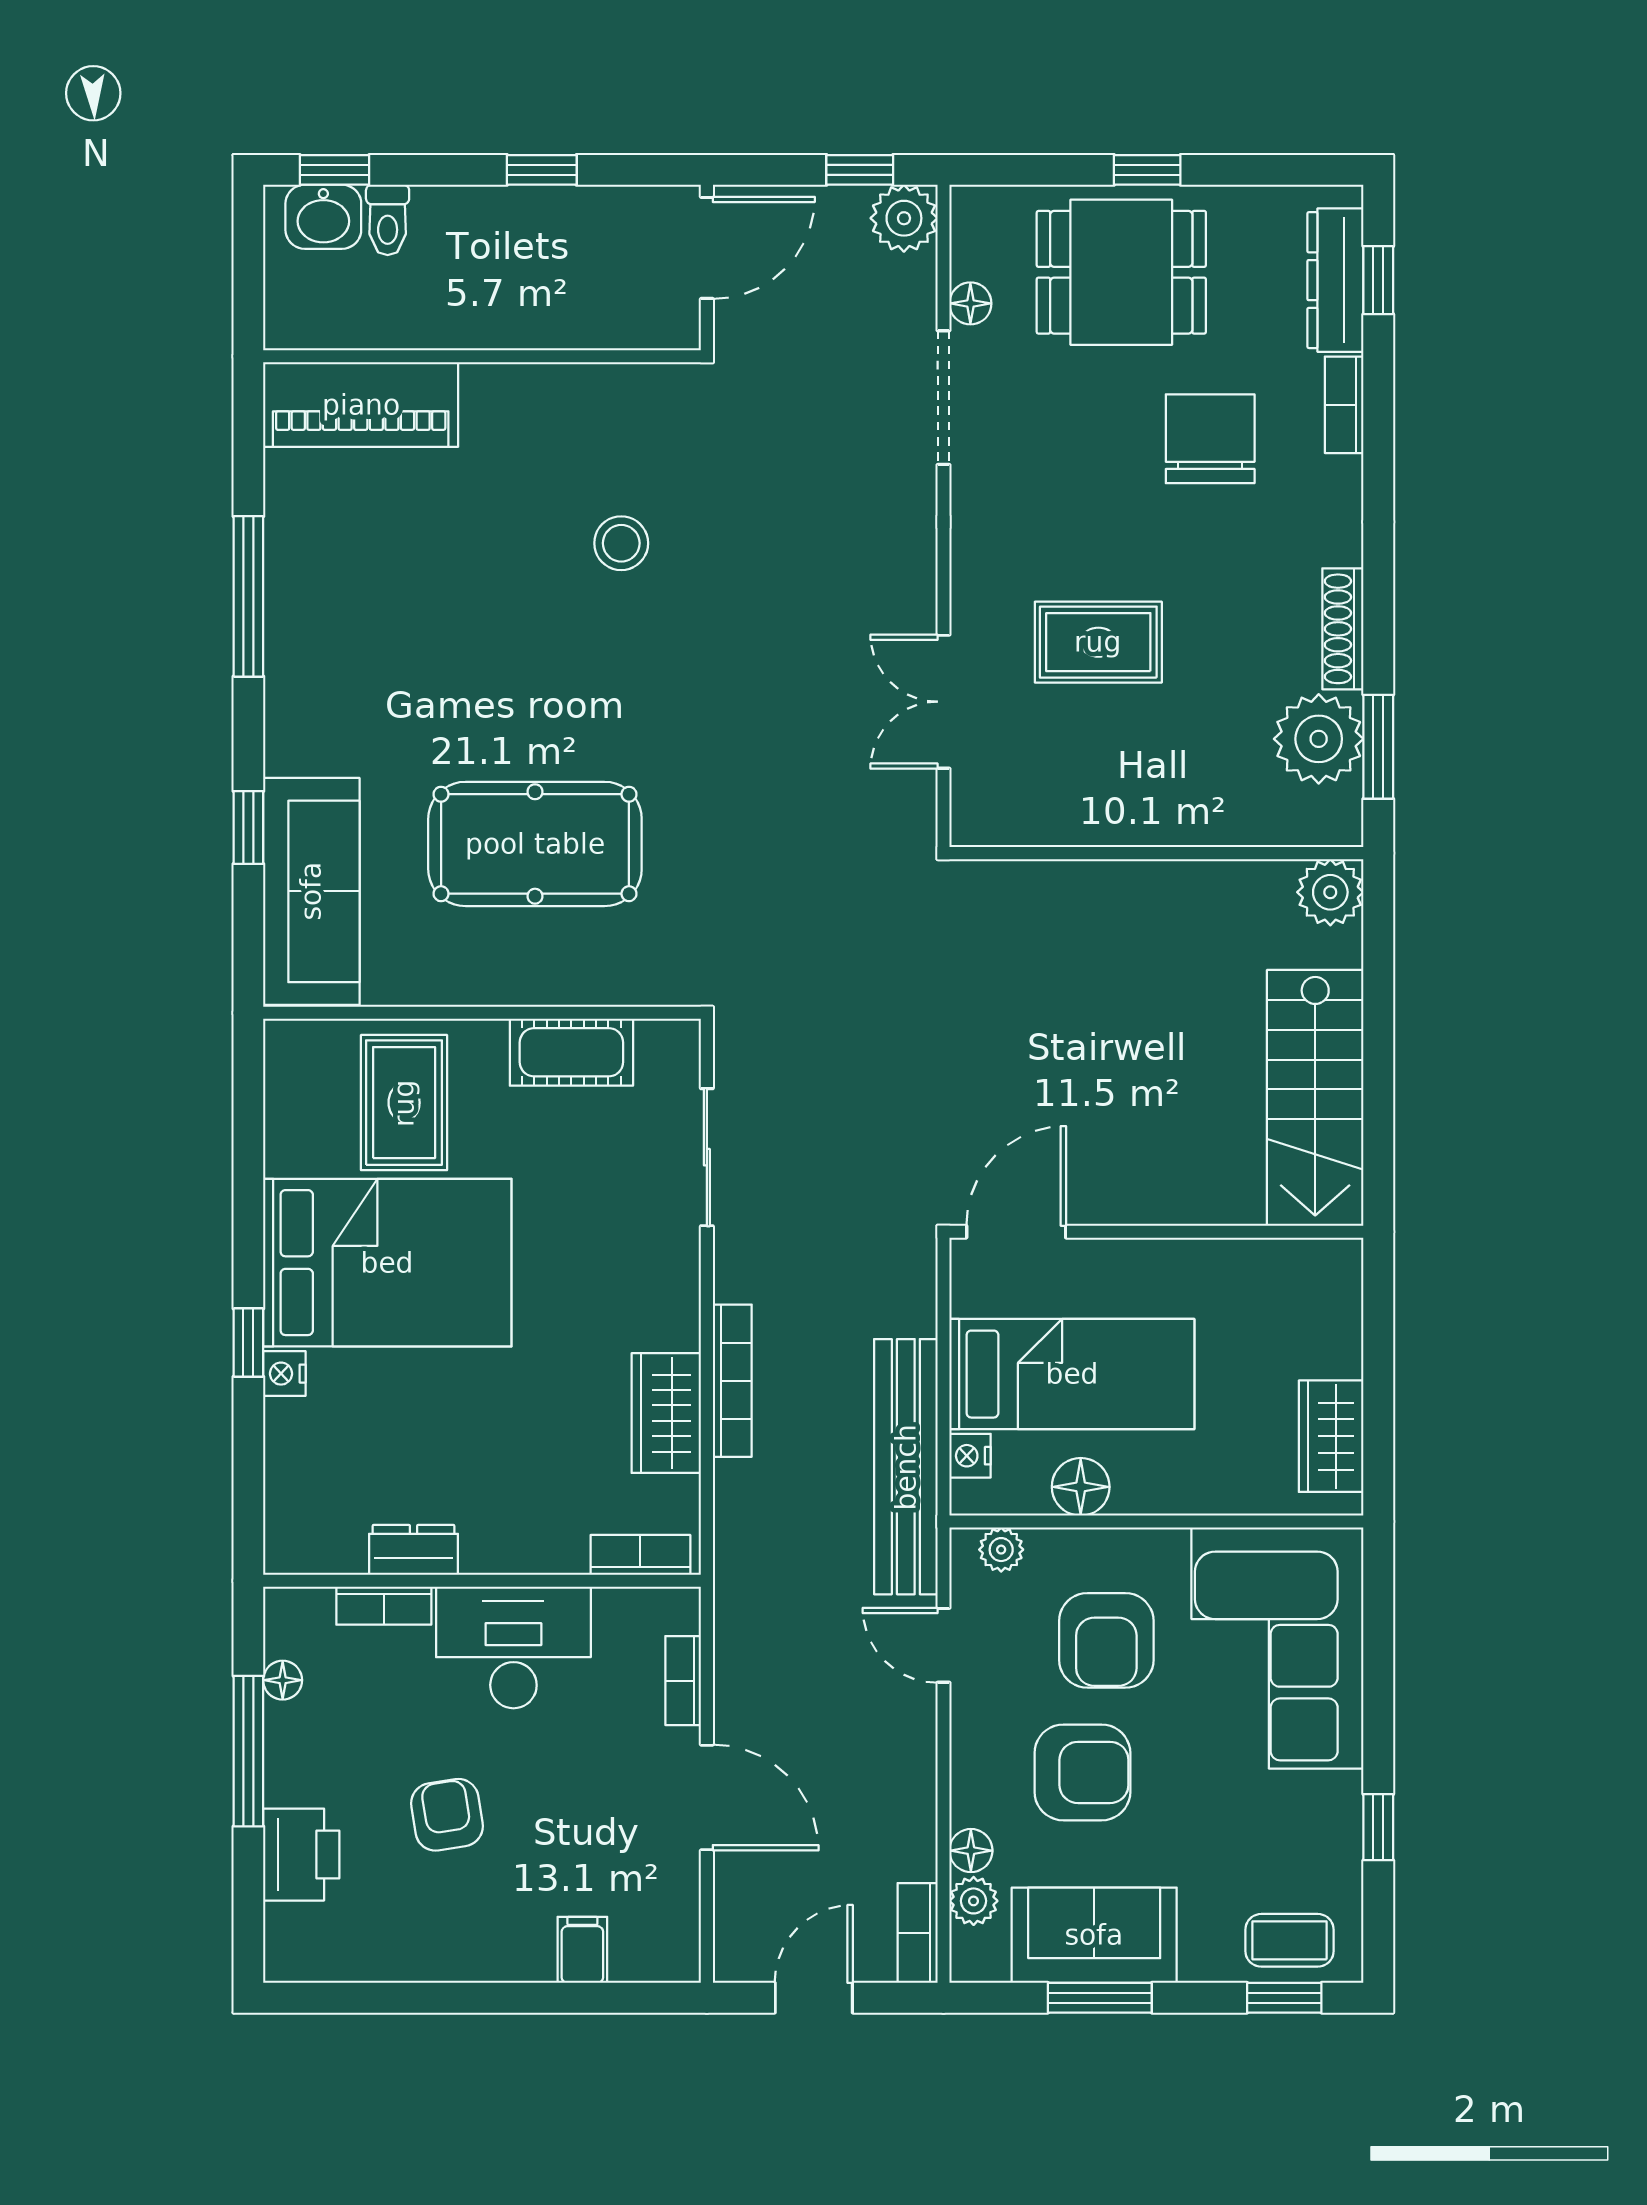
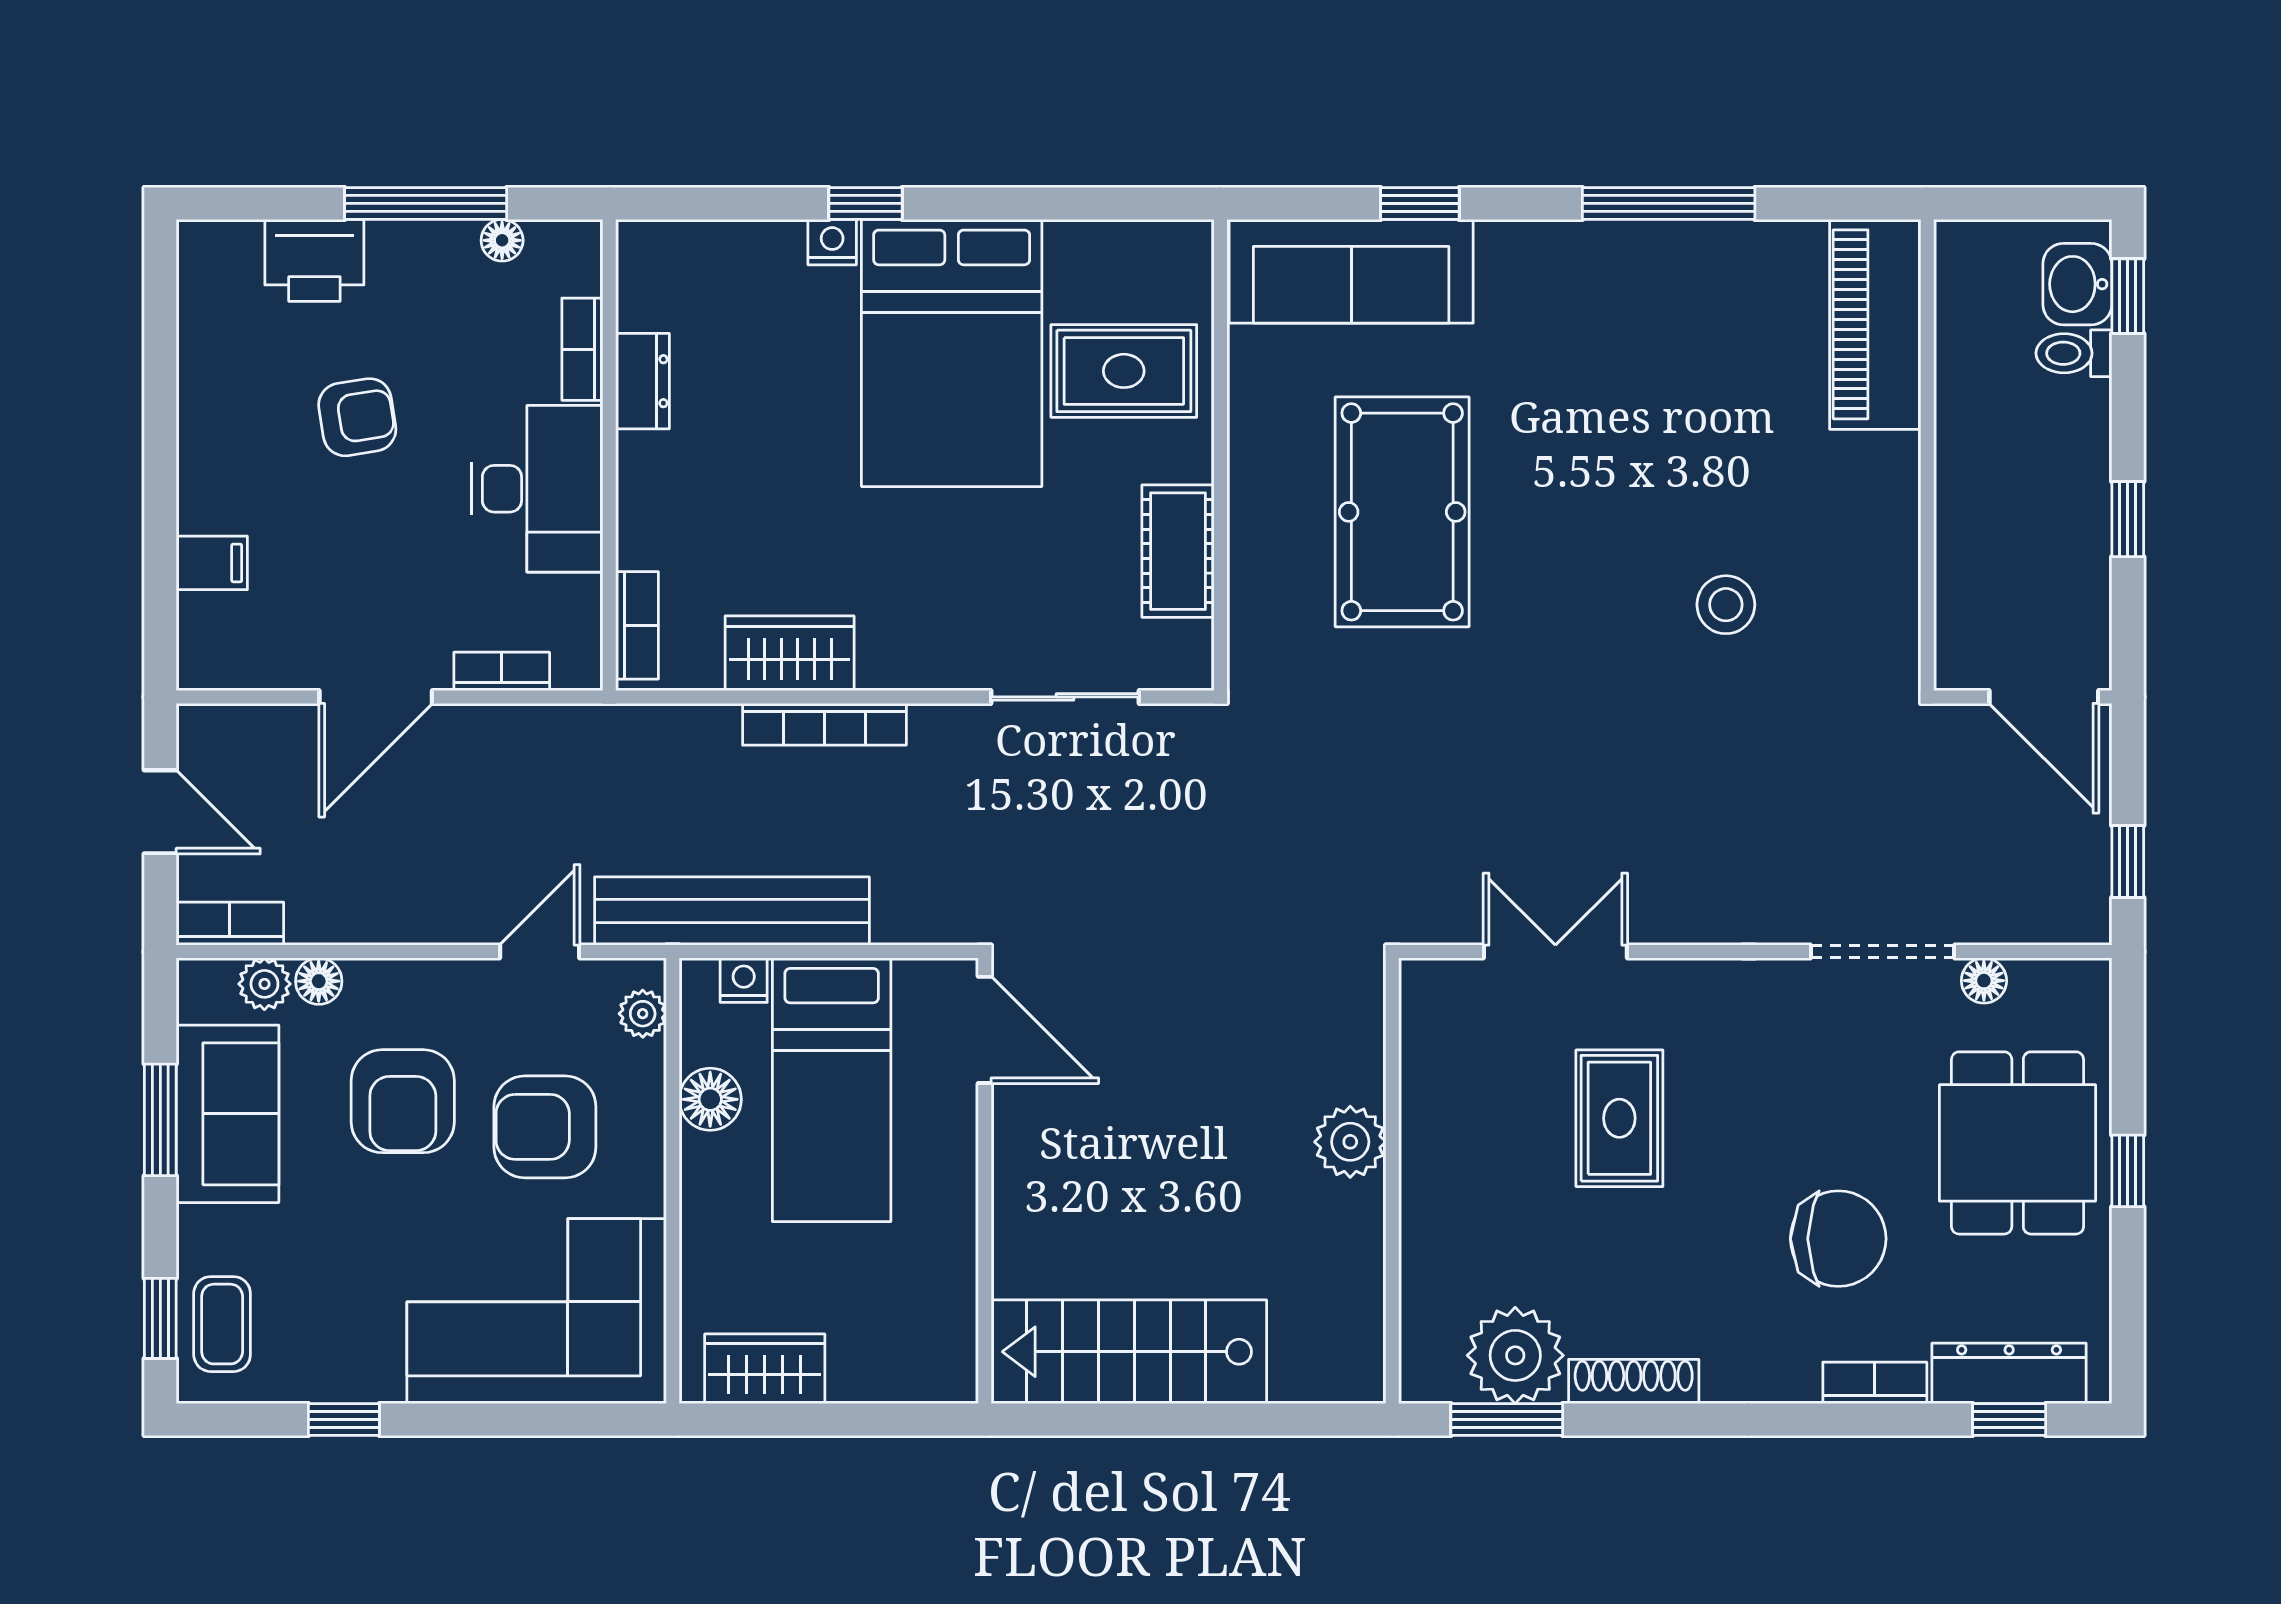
plant: (904, 218) -> (2076, 909), removed
plant: (1330, 892) -> (1350, 1142), moved

